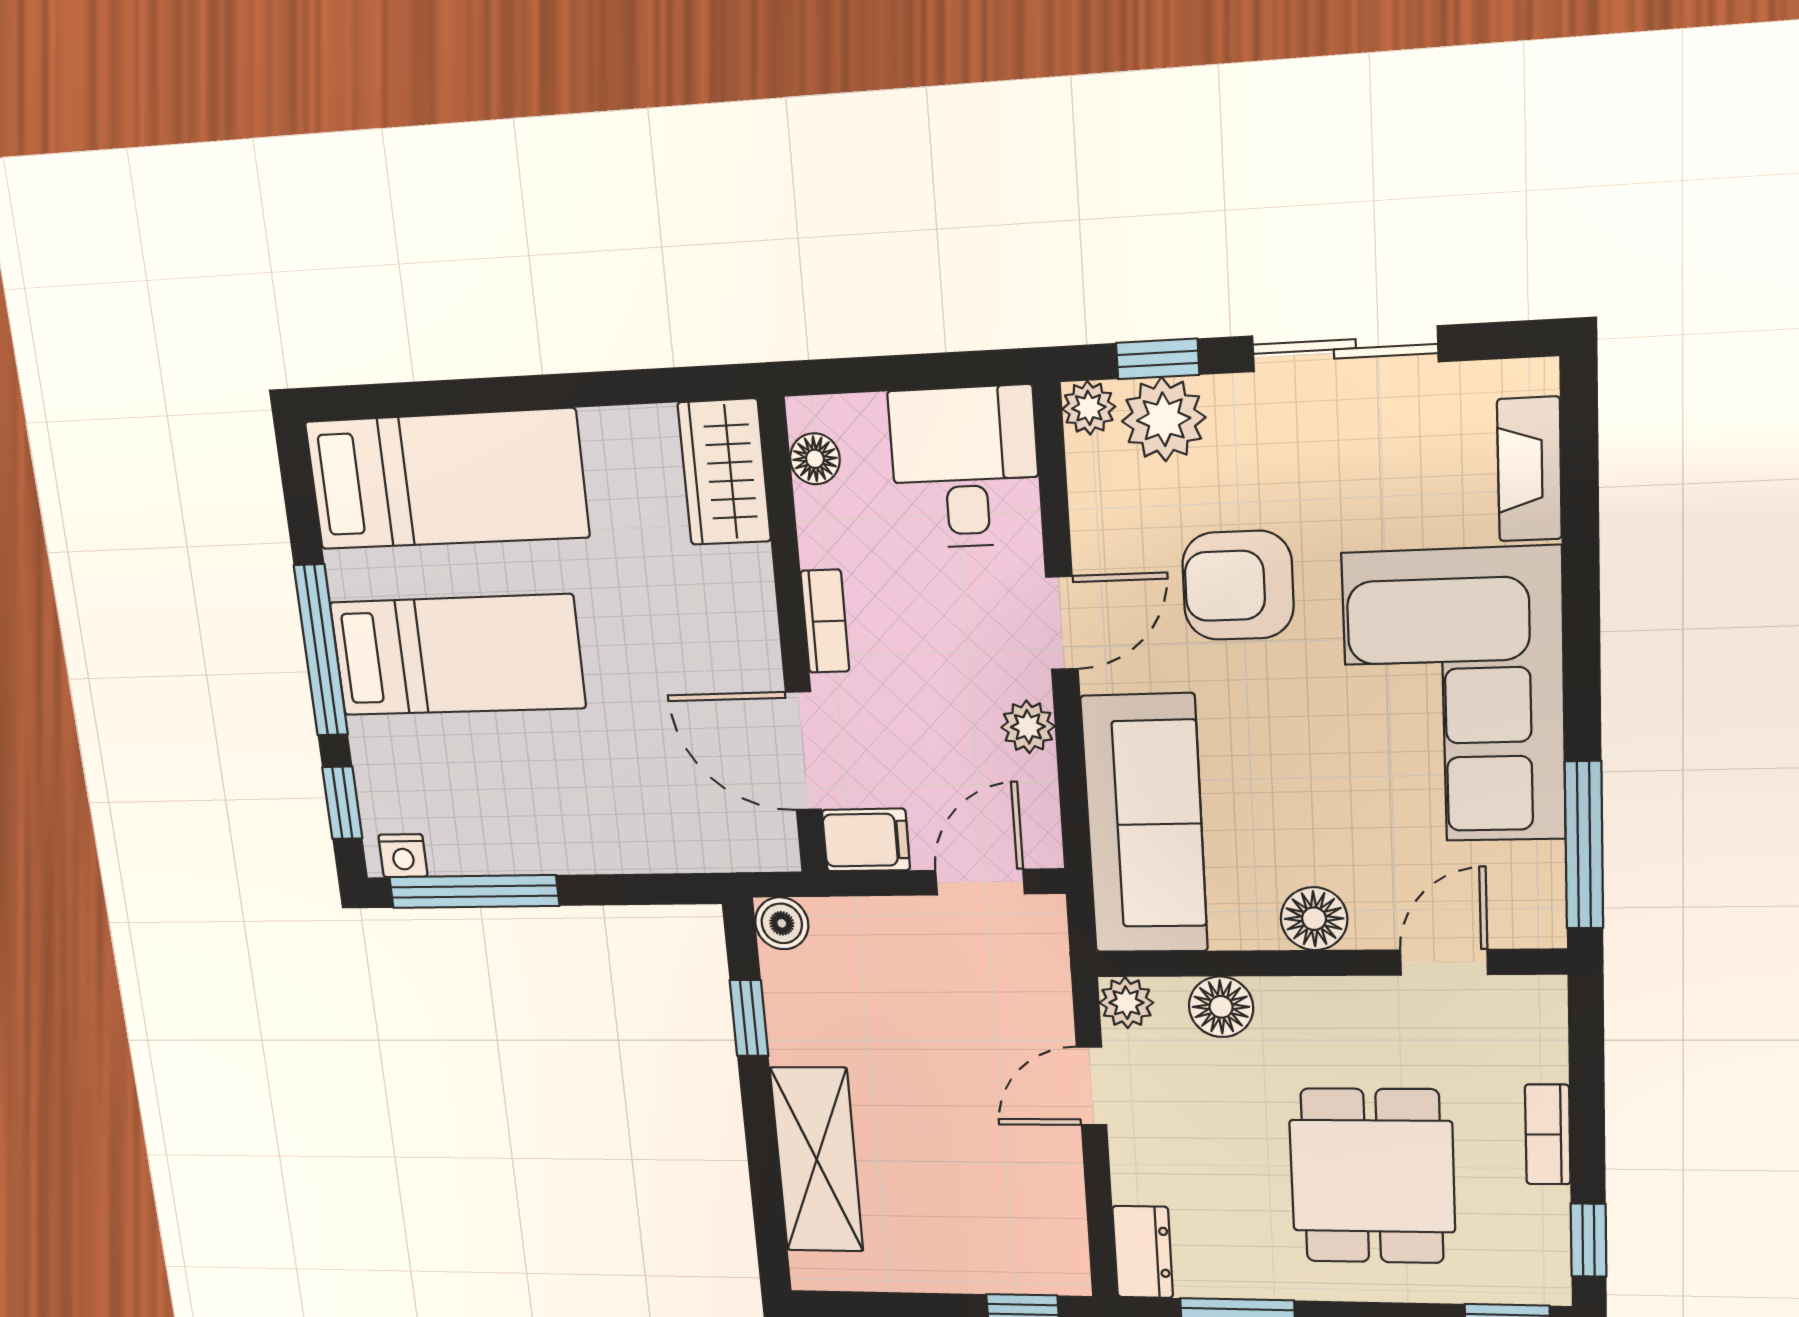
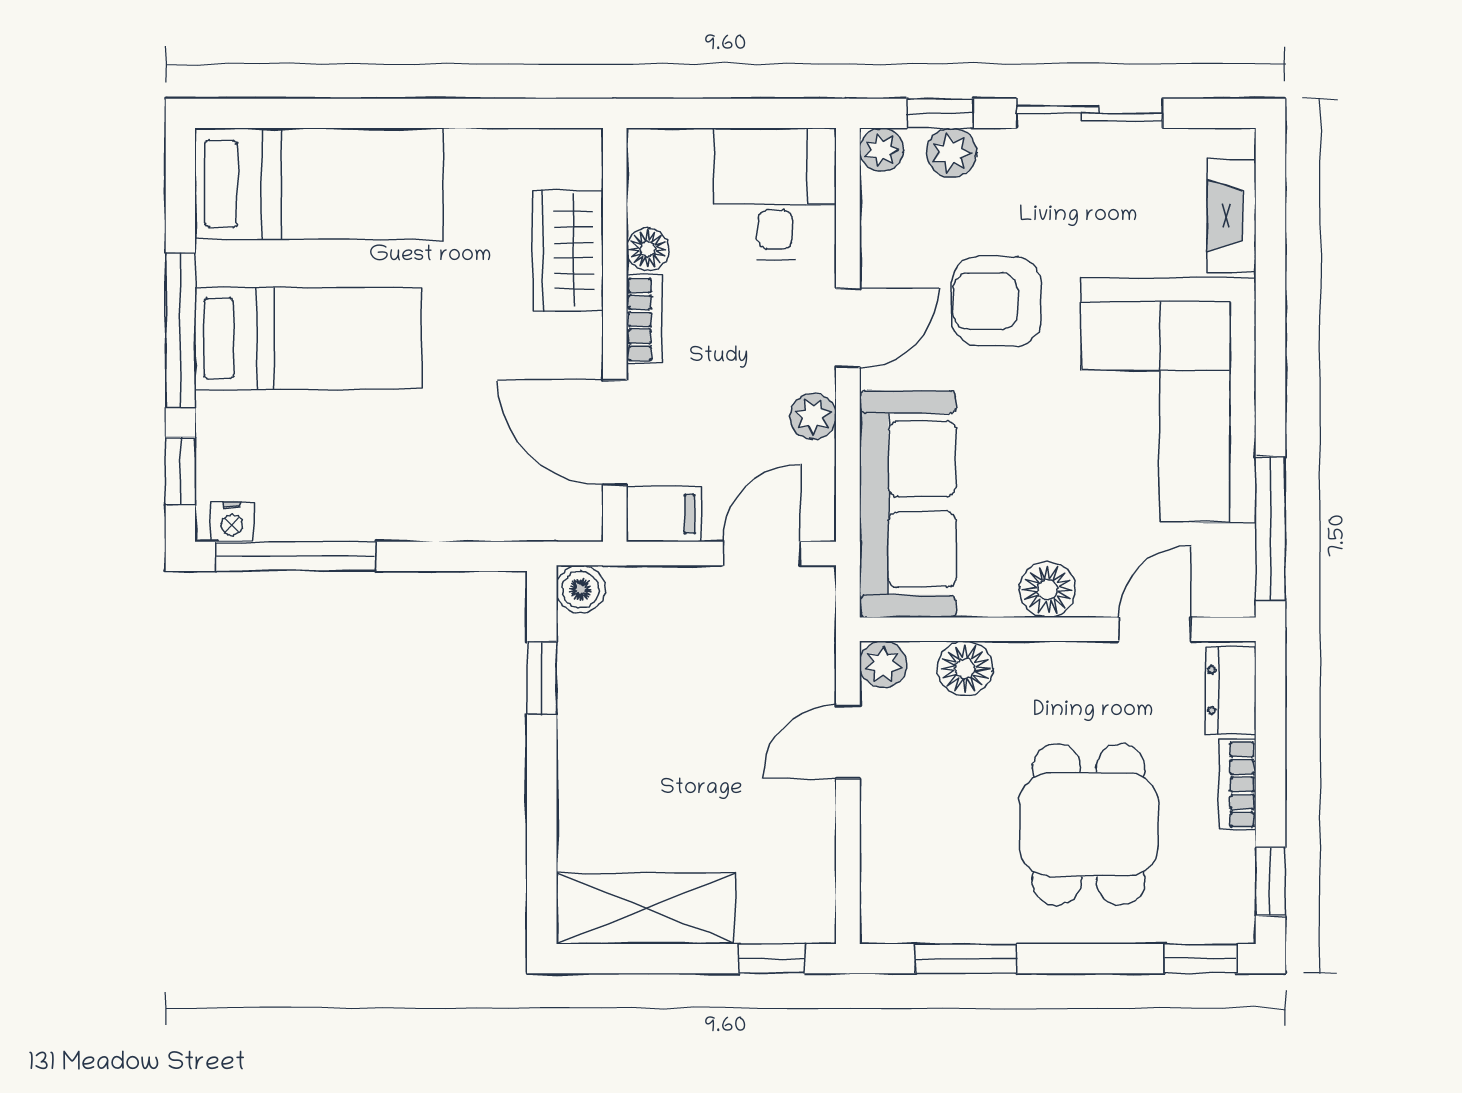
plant: (1164, 419) -> (952, 153), width x0.73, depth x0.73
floor lamp: (815, 459) -> (648, 249), moved
wardrobe: (724, 472) -> (568, 251), moved
shelving: (817, 1160) -> (646, 908), moved, turned 90
dresser: (1143, 1252) -> (1231, 690), moved, turned 180

